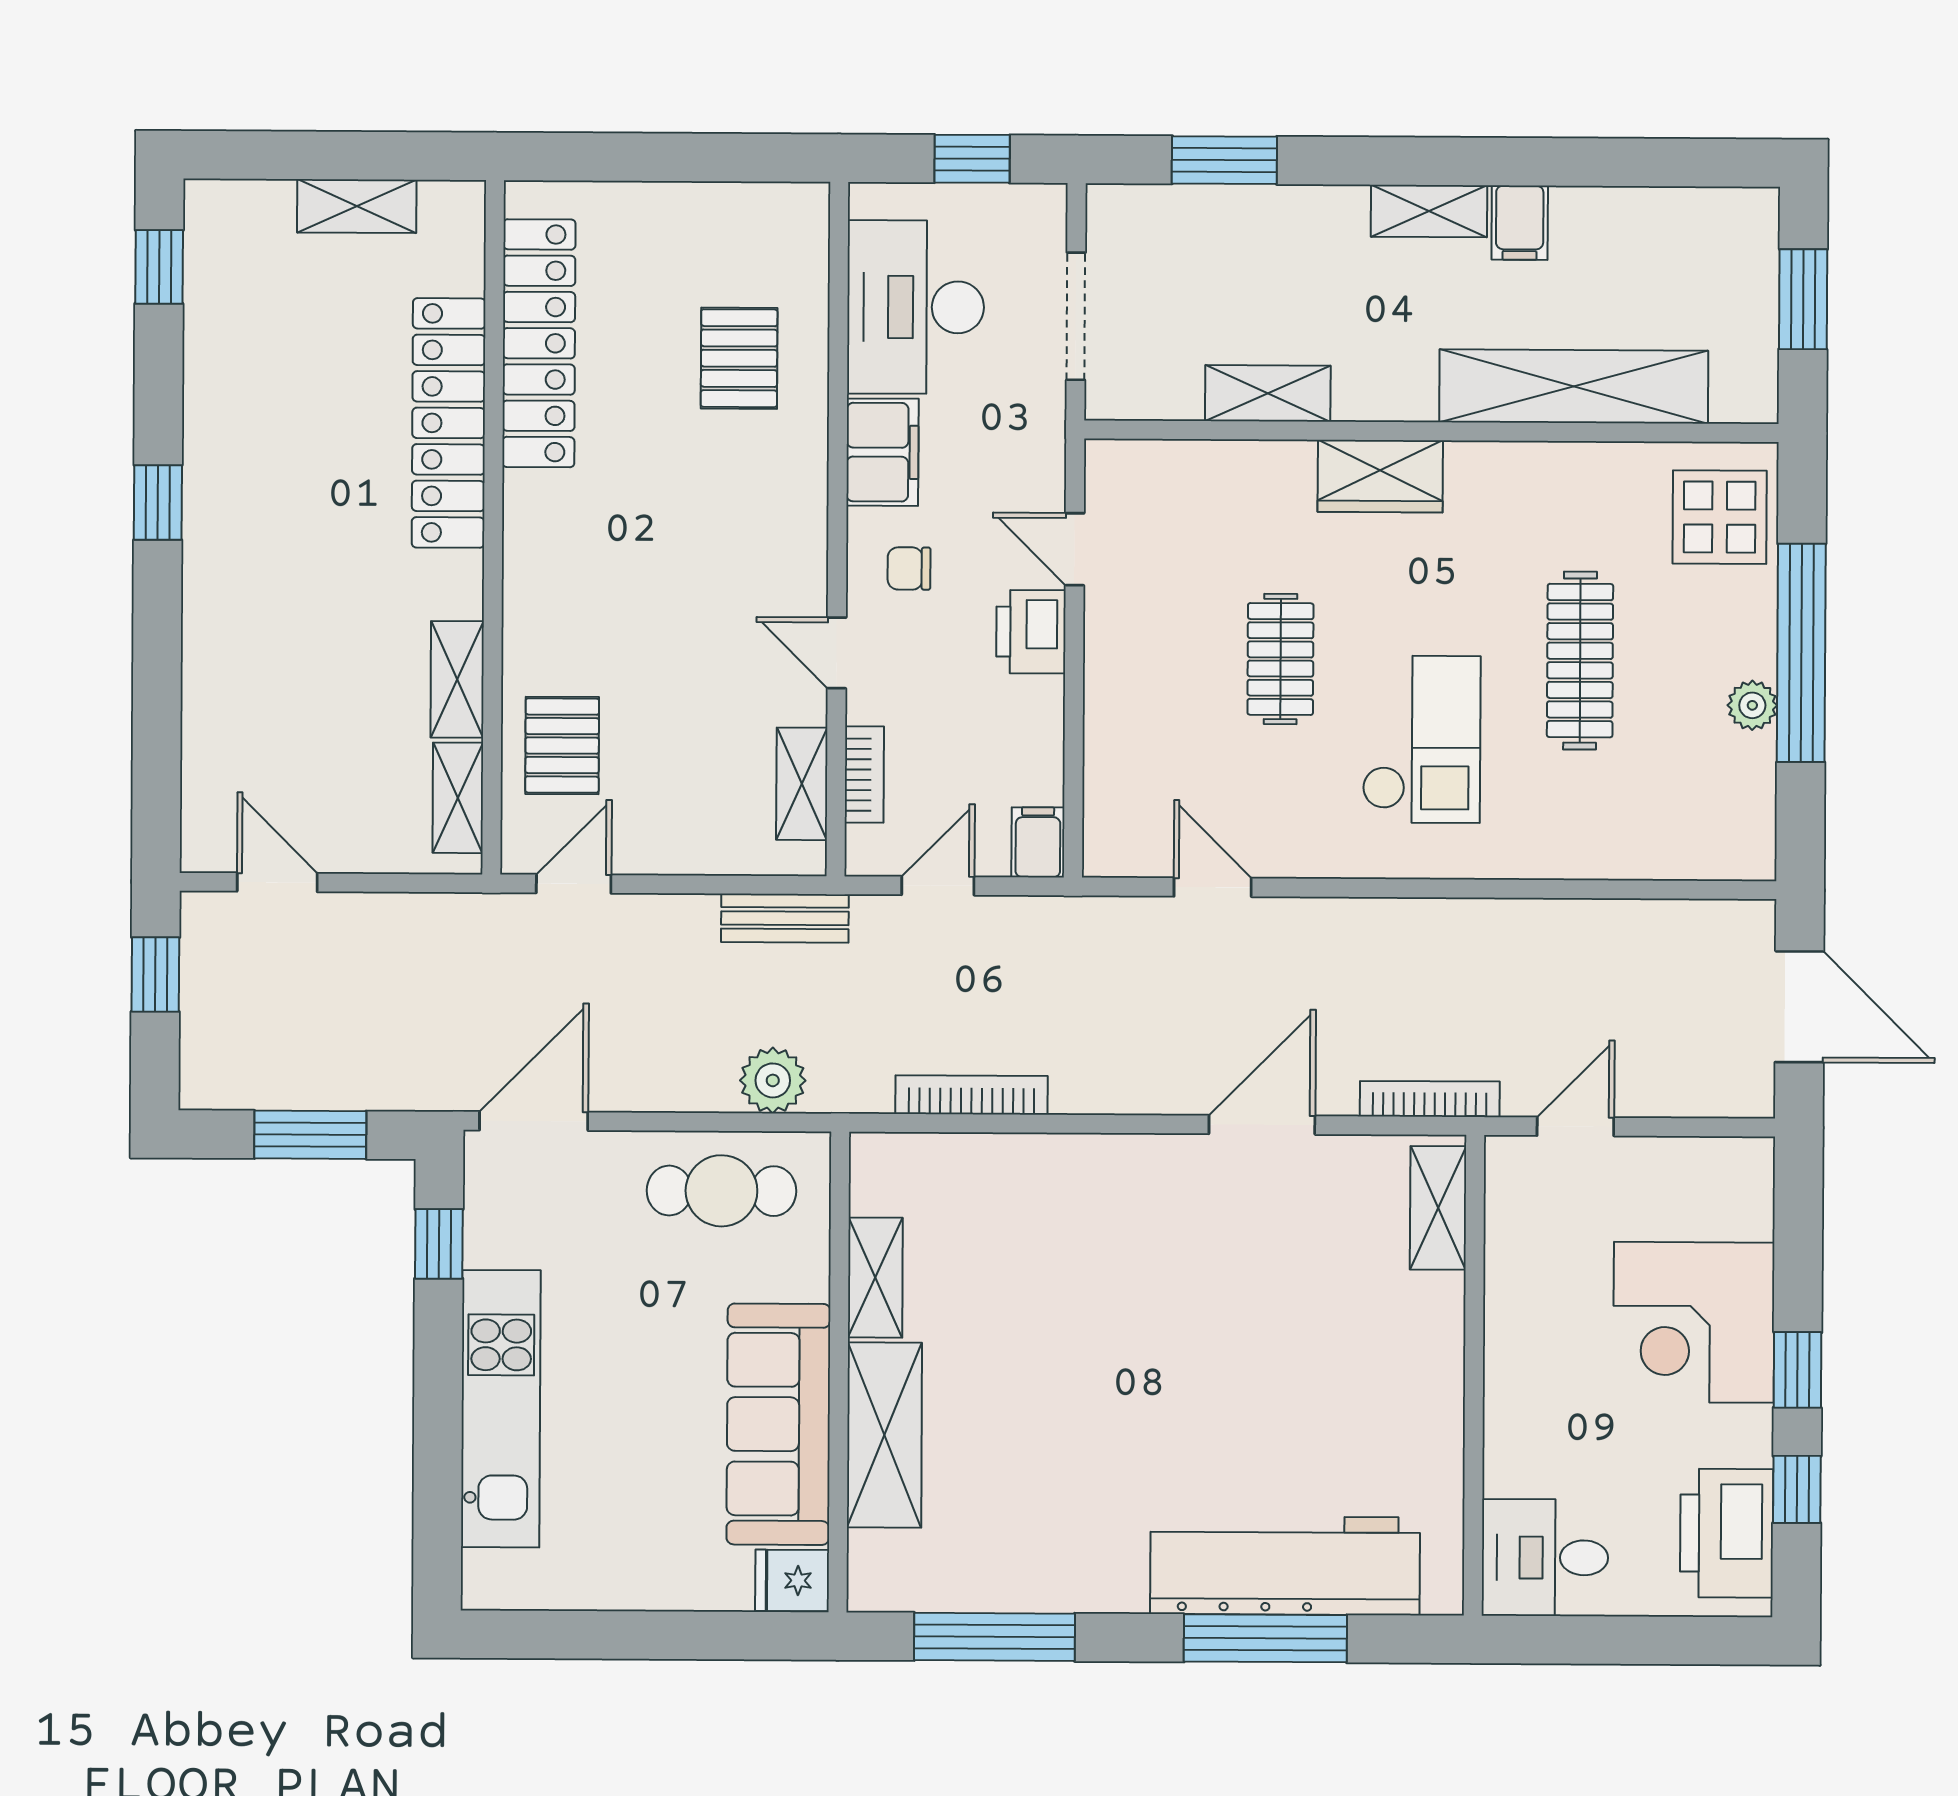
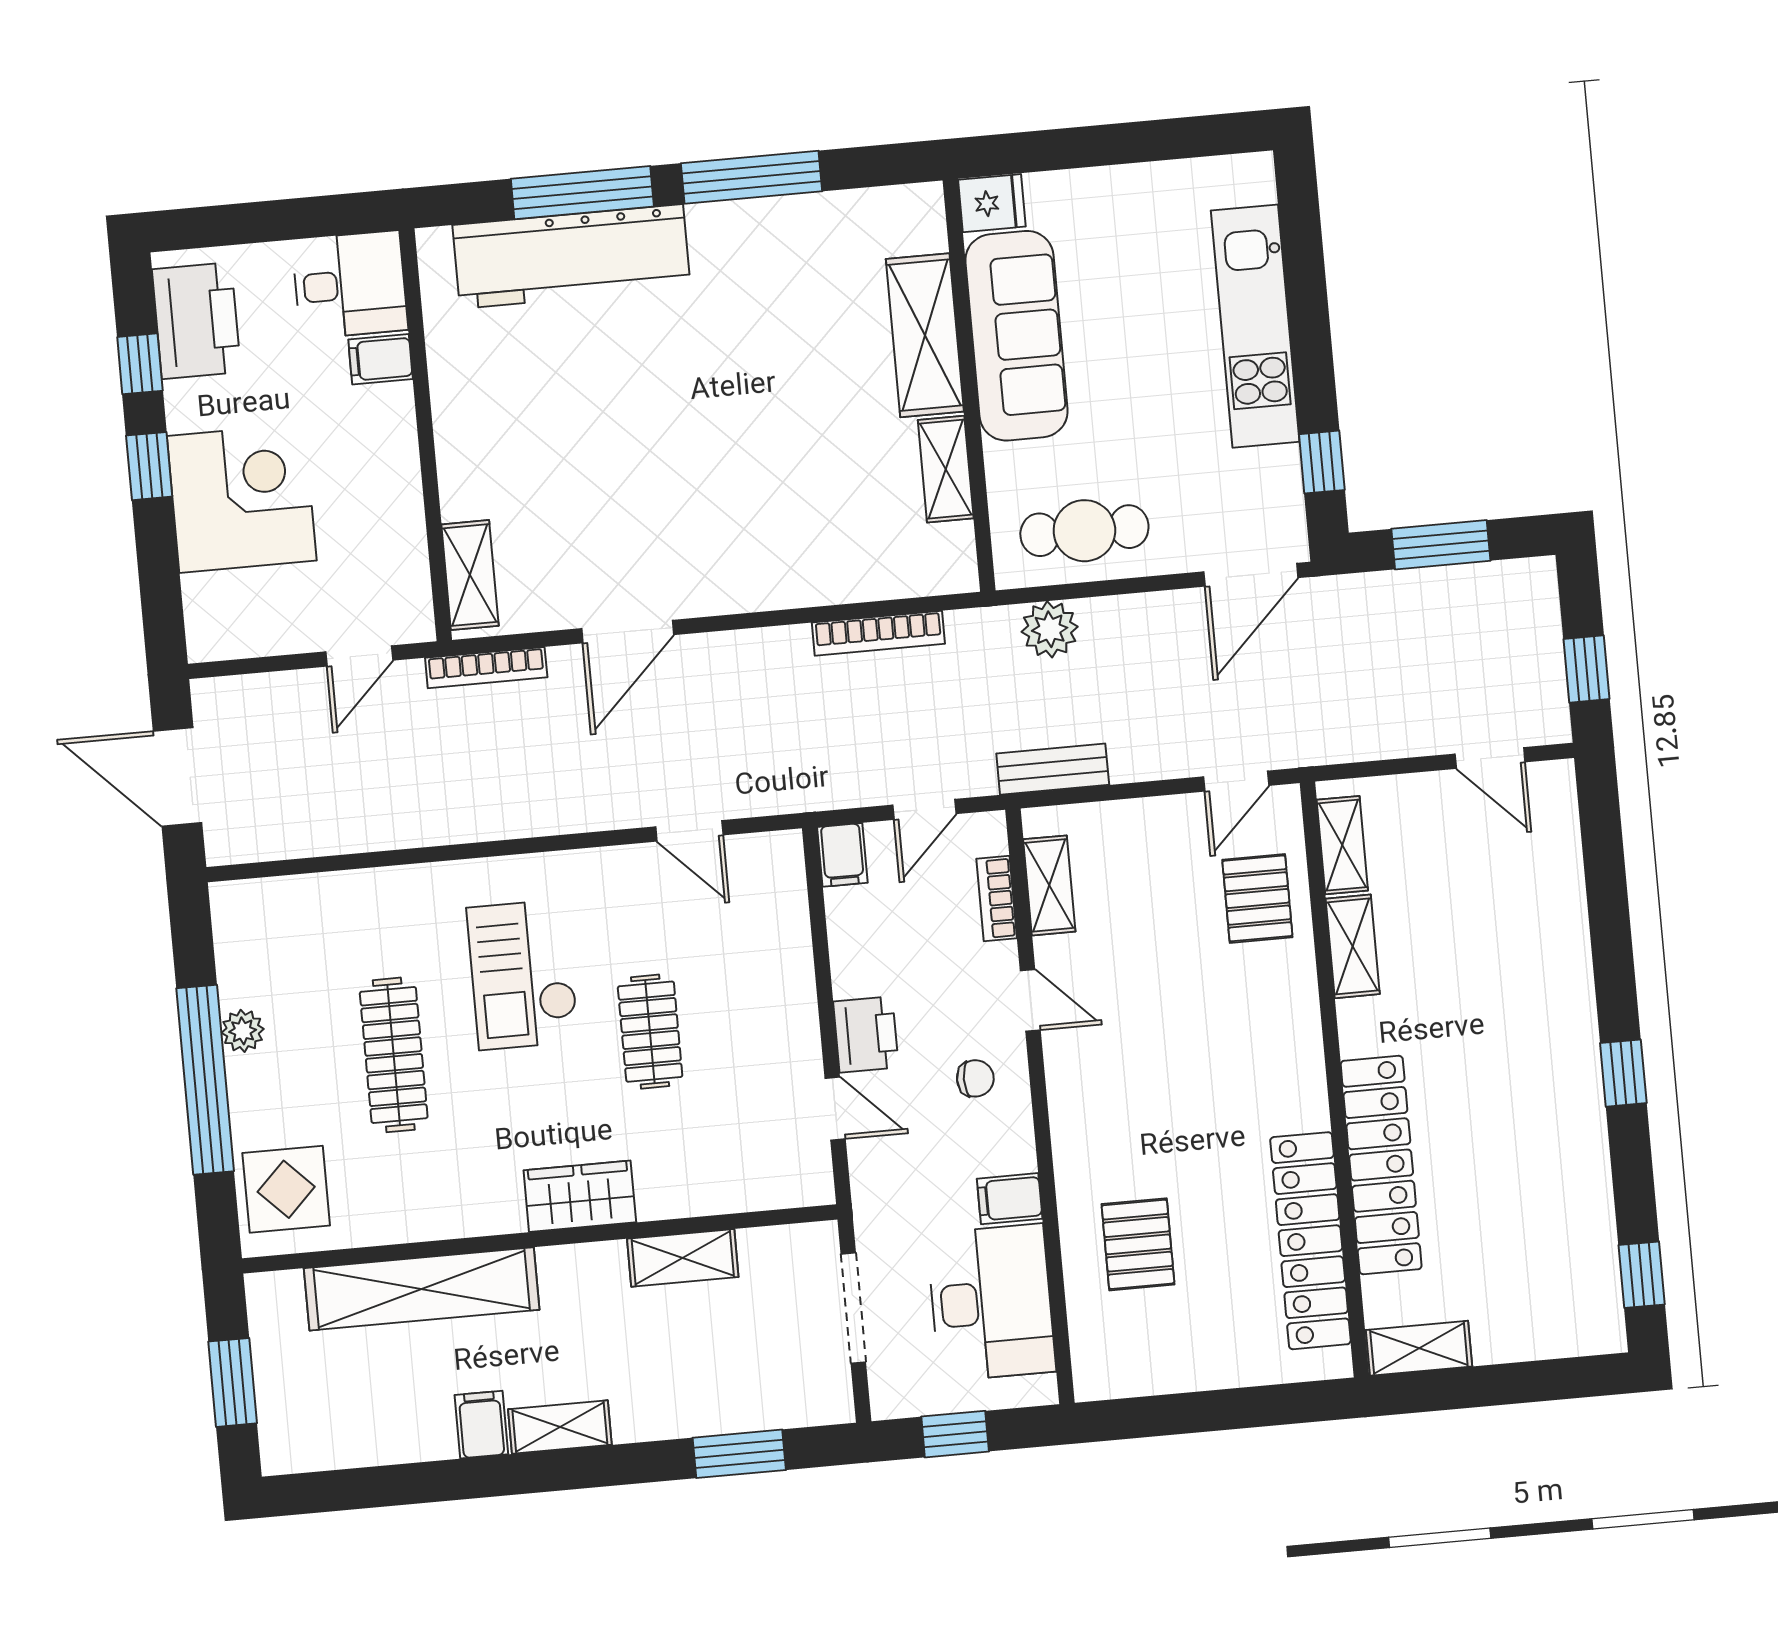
shelving: (357, 206) -> (1419, 1348), moved
filing cabinet: (882, 452) -> (1010, 1199), width x0.50
filing cabinet: (1518, 1468) -> (381, 359), added
window: (994, 1637) -> (752, 177), moved

